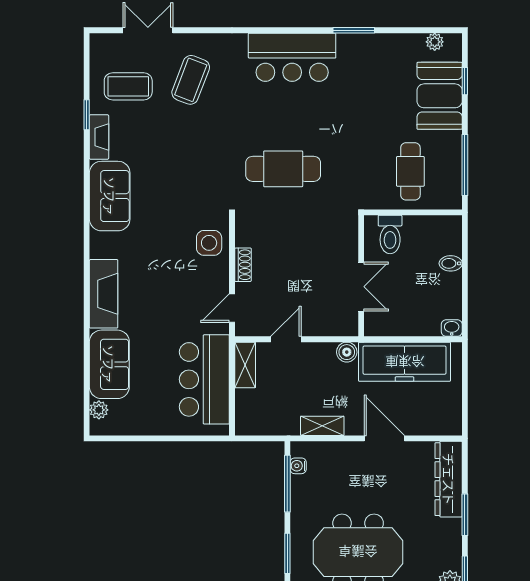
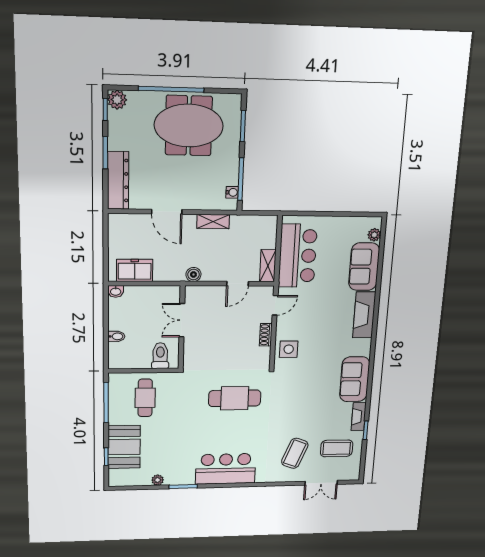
plant: (435, 42) -> (158, 480), moved
freezer: (405, 362) -> (135, 270), width x0.52, depth x0.79

